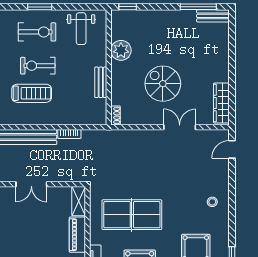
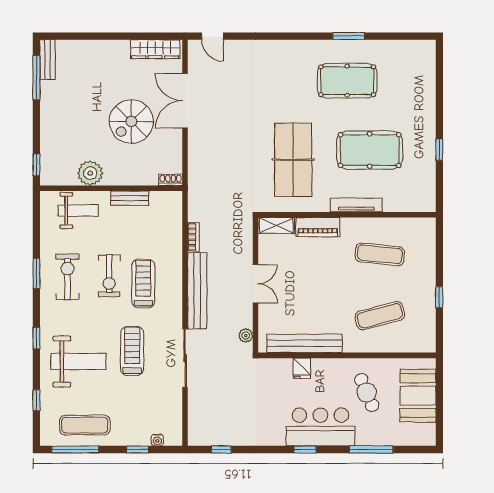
weight bench: (81, 29) -> (78, 210), moved
double door: (180, 127) -> (185, 101), width x1.37
stool: (212, 202) -> (277, 60), removed

